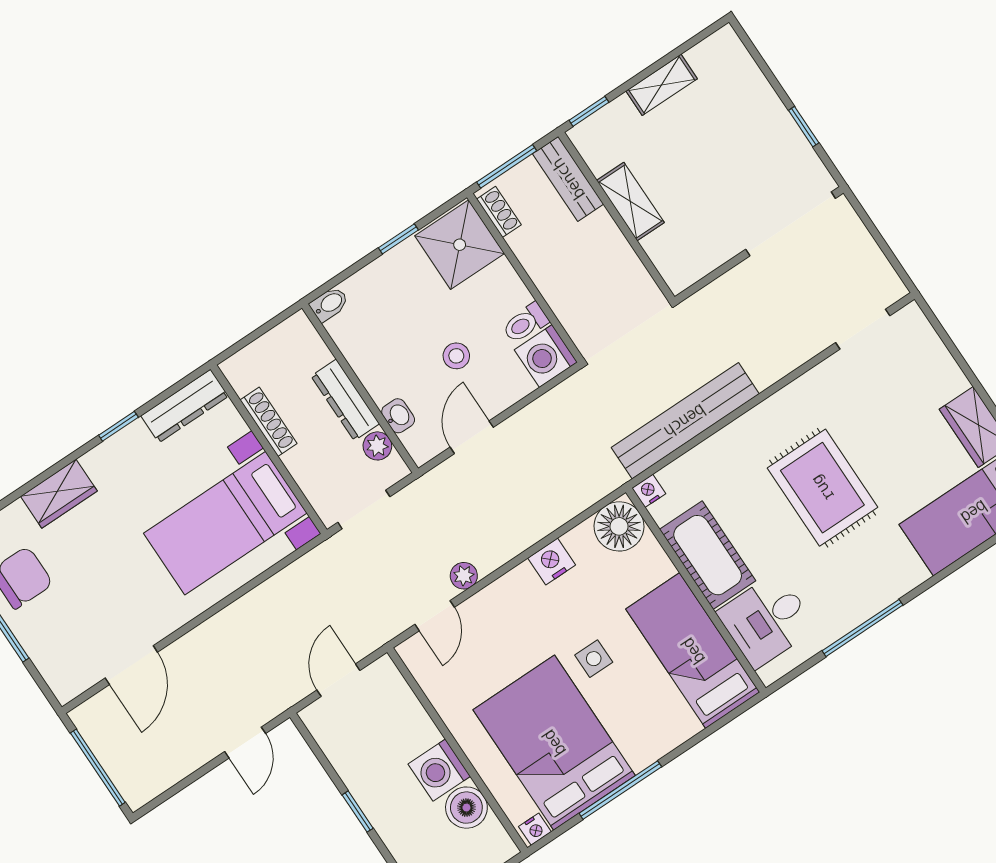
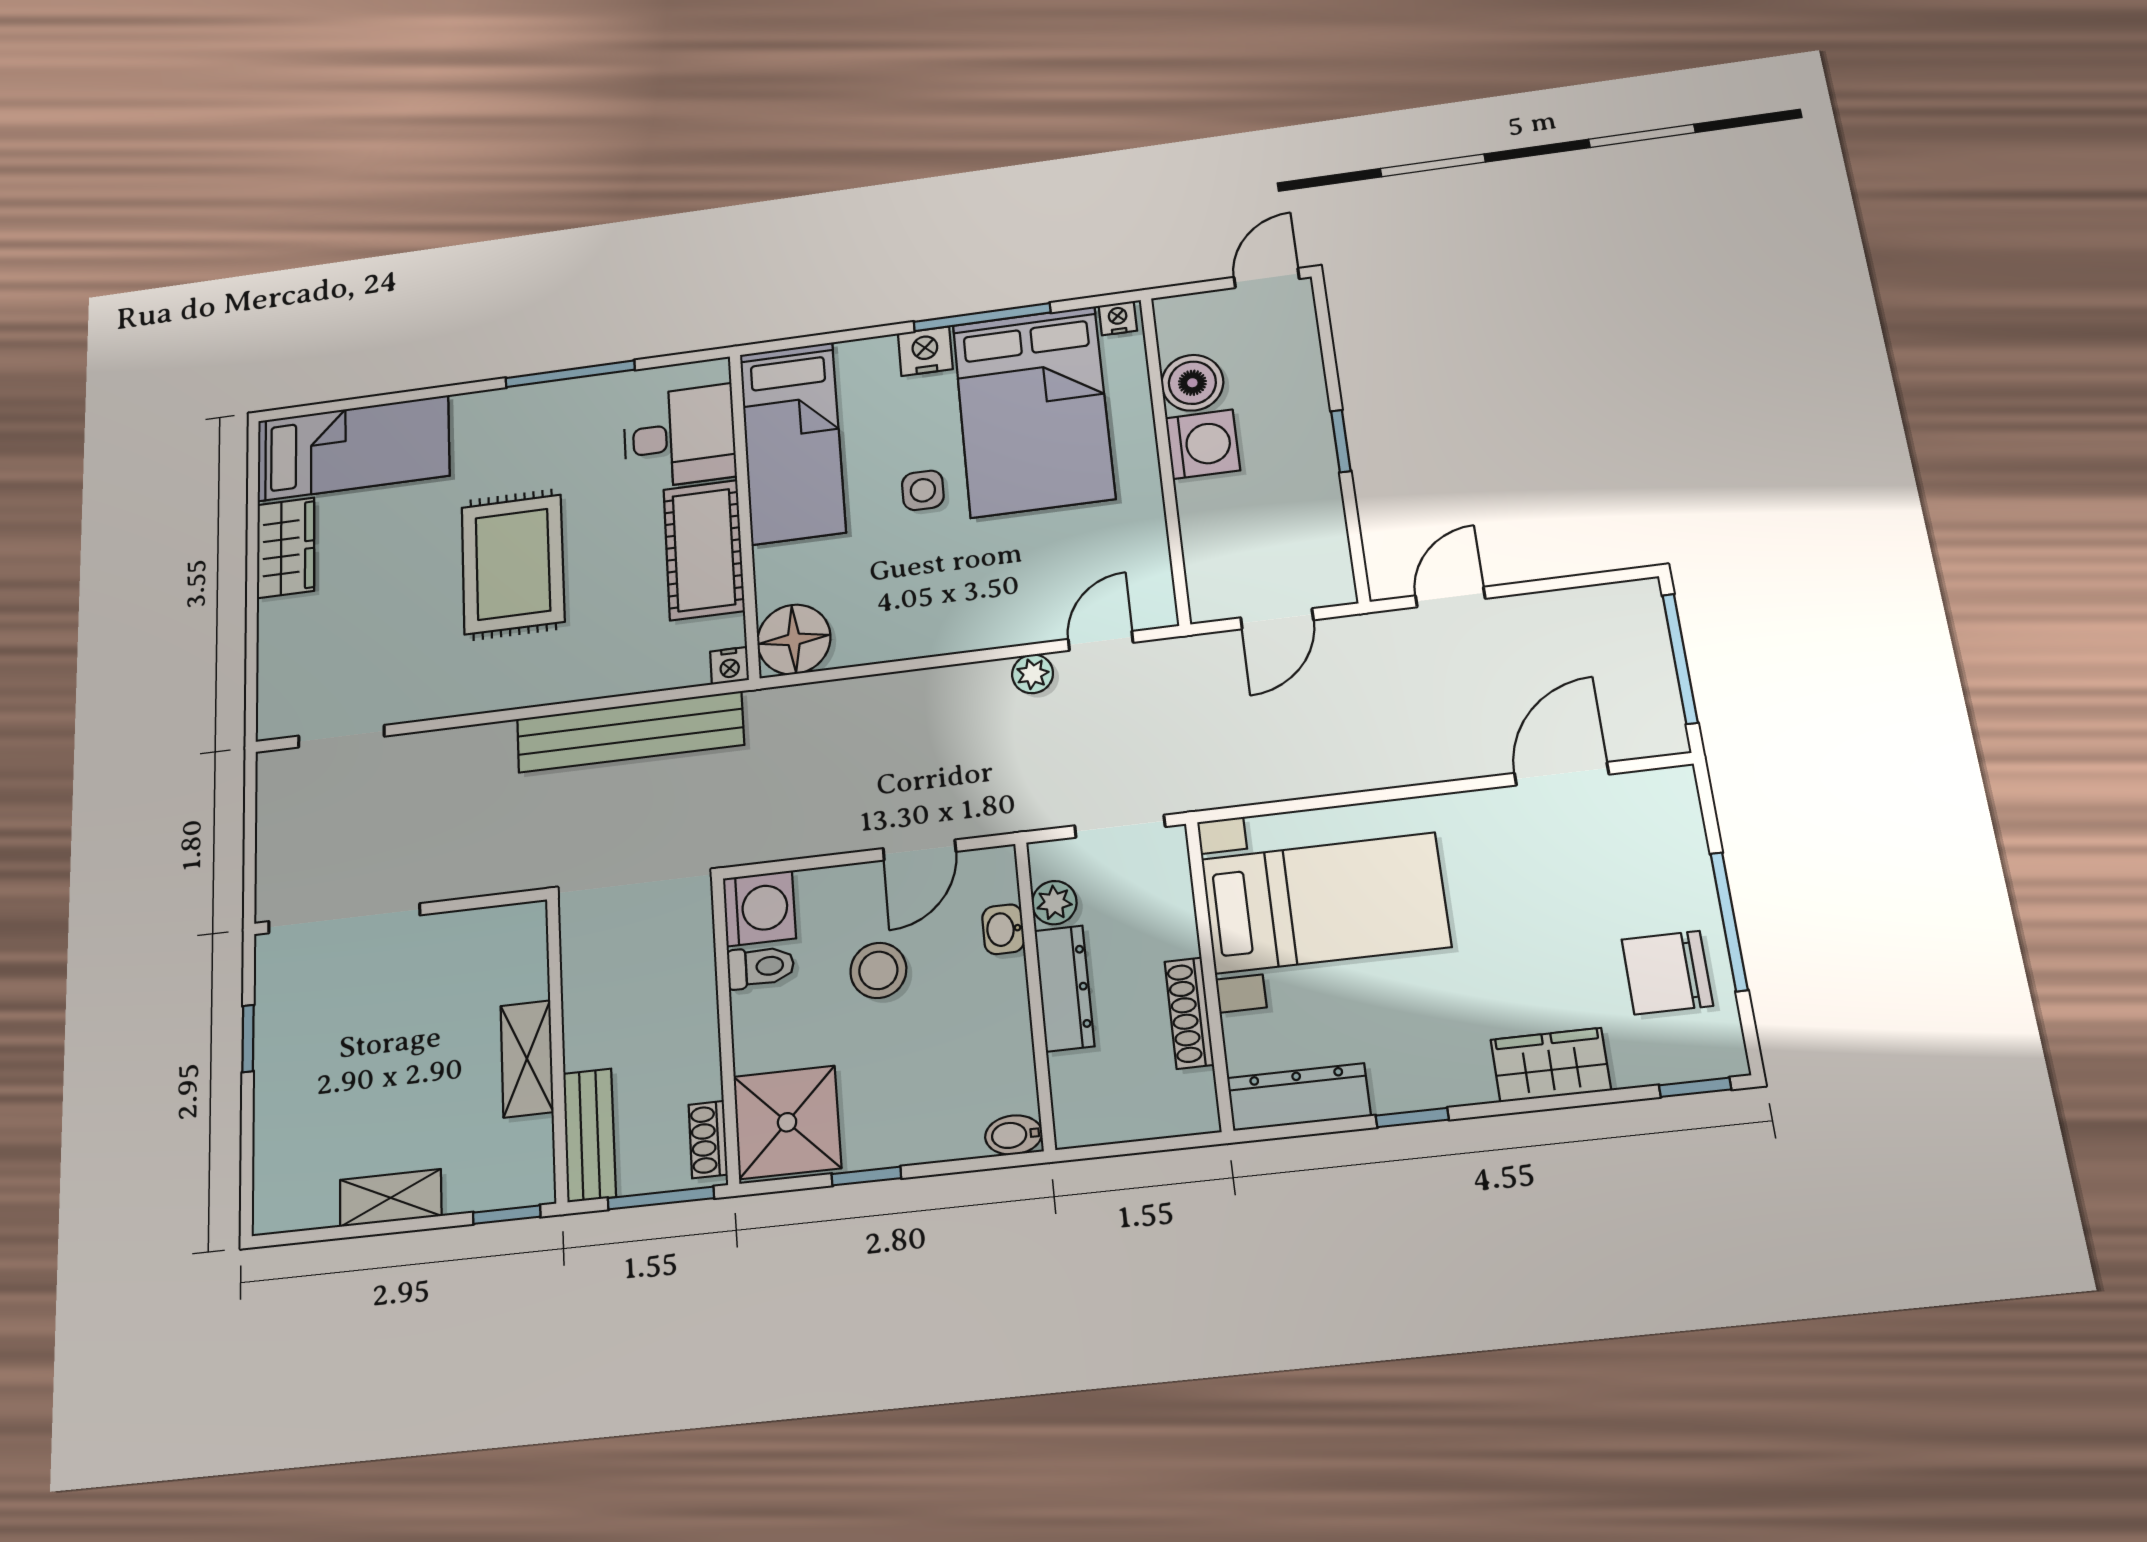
stool: (456, 356) -> (878, 970), width x1.37, depth x1.37
nightstand: (552, 562) -> (925, 351), moved, turned 180

